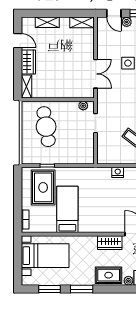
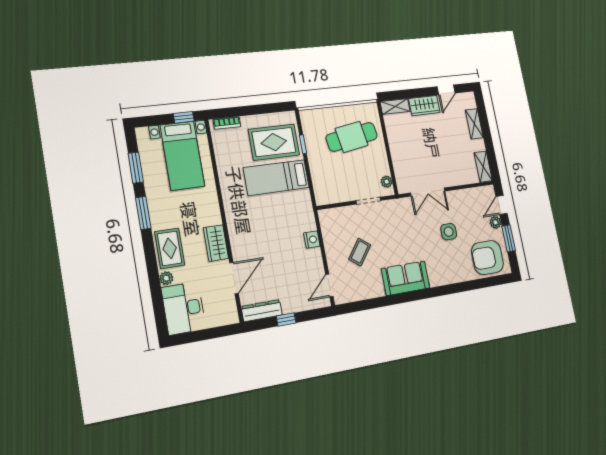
bed: (67, 209) -> (276, 178), moved, turned 180
window: (18, 250) -> (184, 117), added

